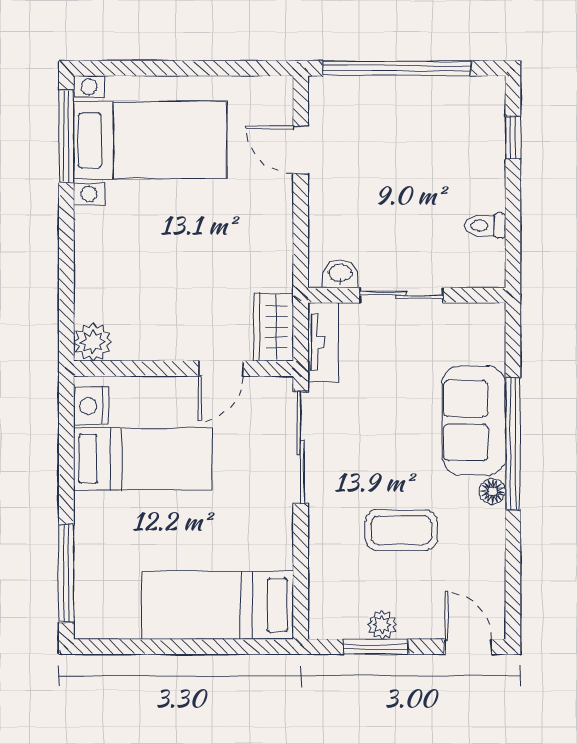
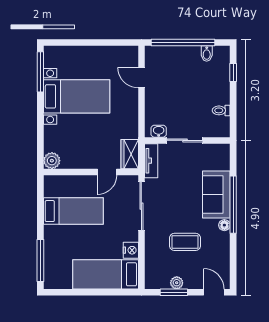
bidet: (452, 94) -> (207, 53), added
bed with nightstands: (150, 140) -> (77, 96), moved
nightstand: (91, 406) -> (131, 250), moved, turned 180

